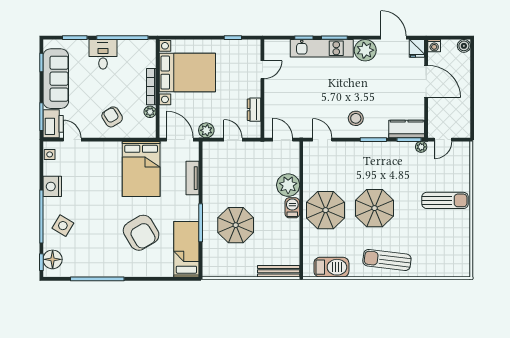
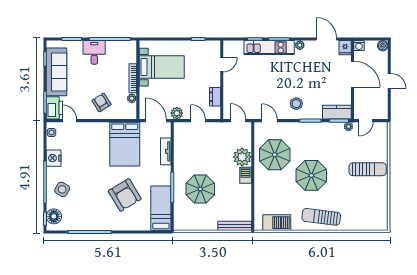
plant: (365, 50) -> (300, 45), width x0.53, depth x0.53
bed with nightstands: (187, 73) -> (162, 67), width x0.73
door: (472, 90) -> (389, 81), added
parasol: (326, 210) -> (275, 155), moved

